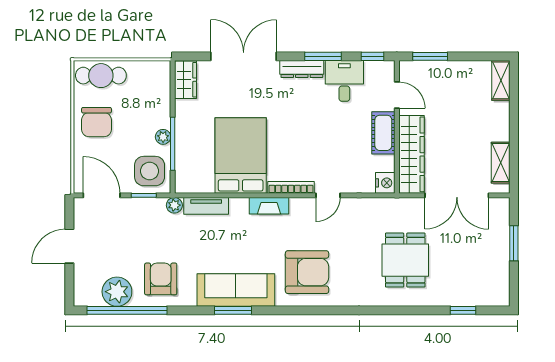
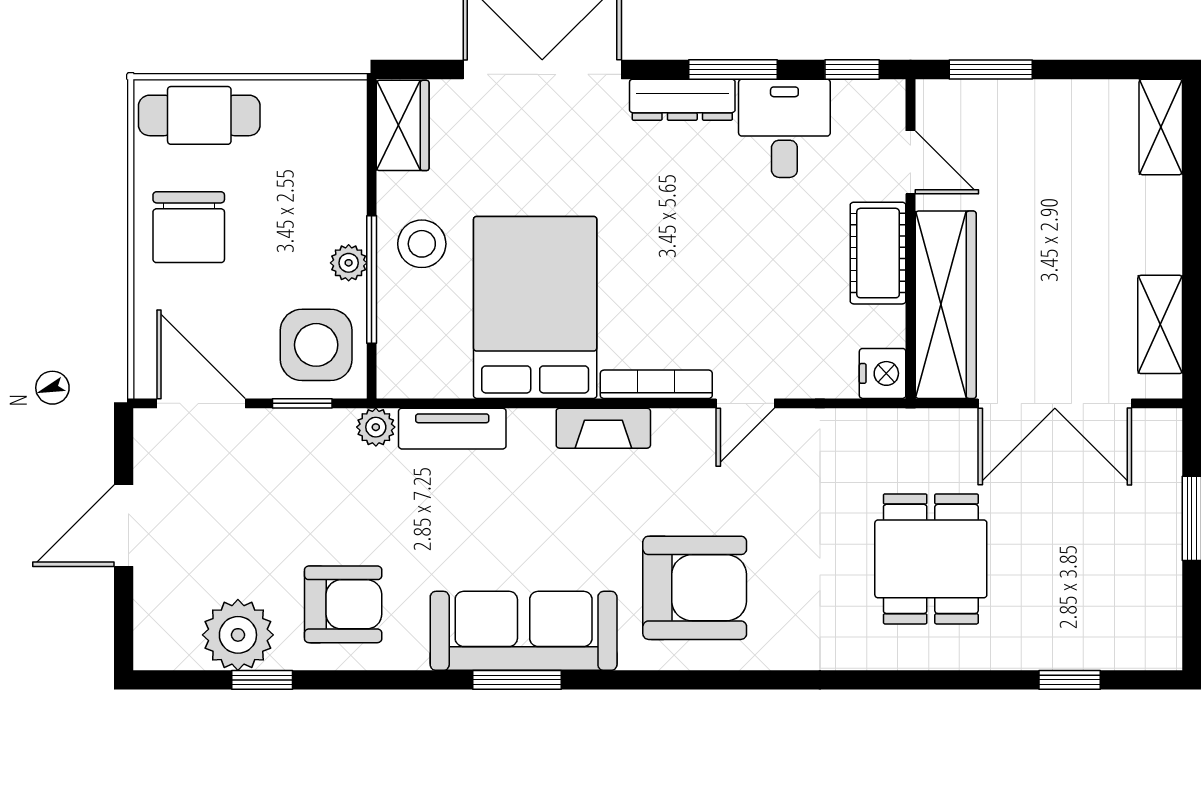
stool: (193, 129) -> (422, 244), added
armchair: (161, 279) -> (343, 604), turned 90
window: (127, 310) -> (262, 680), width x0.32

